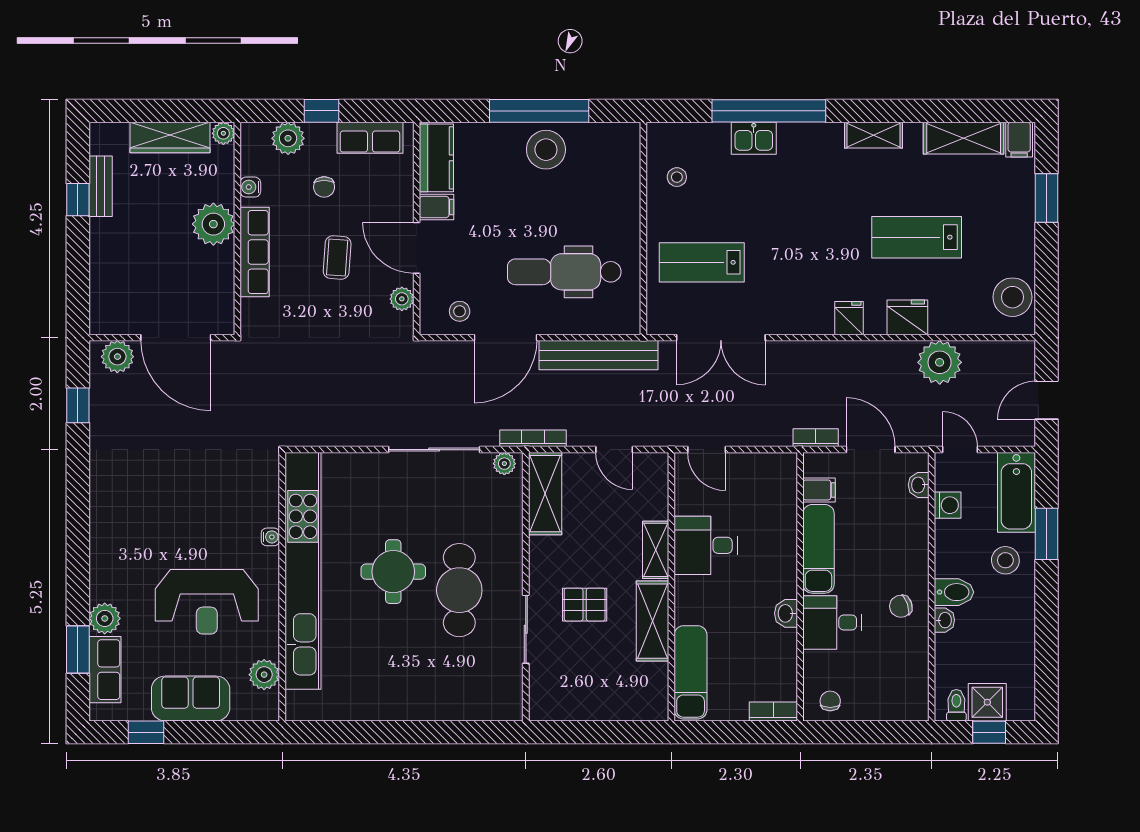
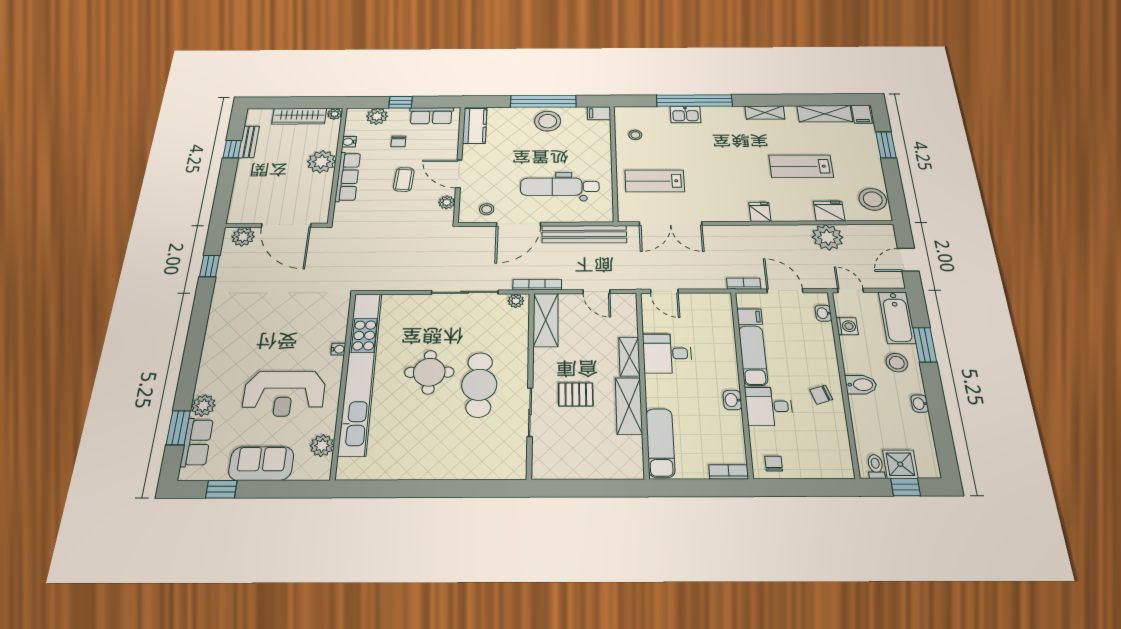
filing cabinet: (437, 207) -> (599, 113), moved, turned 180
fridge: (907, 317) -> (829, 211), moved
washbasin: (944, 620) -> (920, 404), moved, turned 180

